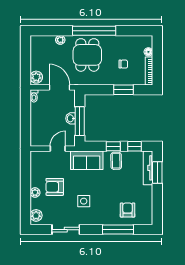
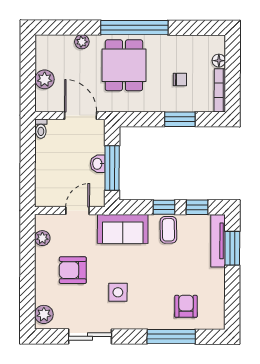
plant: (36, 77) -> (45, 79), moved
plant: (35, 193) -> (42, 238), moved

